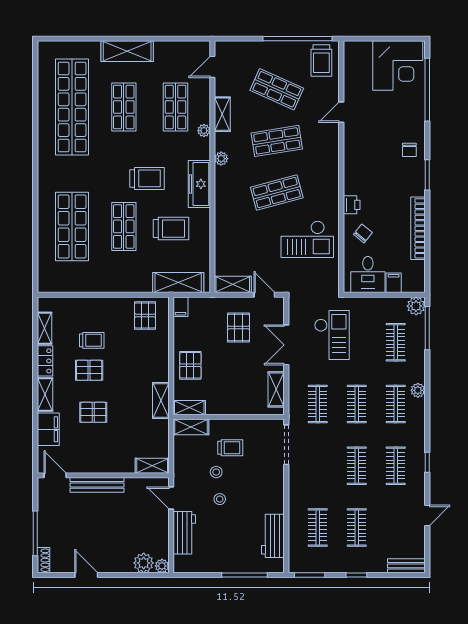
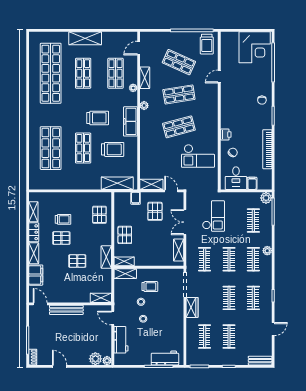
filing cabinet: (181, 307) -> (136, 198), moved
pallet: (145, 316) -> (99, 215), moved
pallet: (93, 412) -> (77, 261), moved
wardrobe: (298, 481) -> (192, 307), added
workbench: (273, 536) -> (165, 358), moved, turned 90

